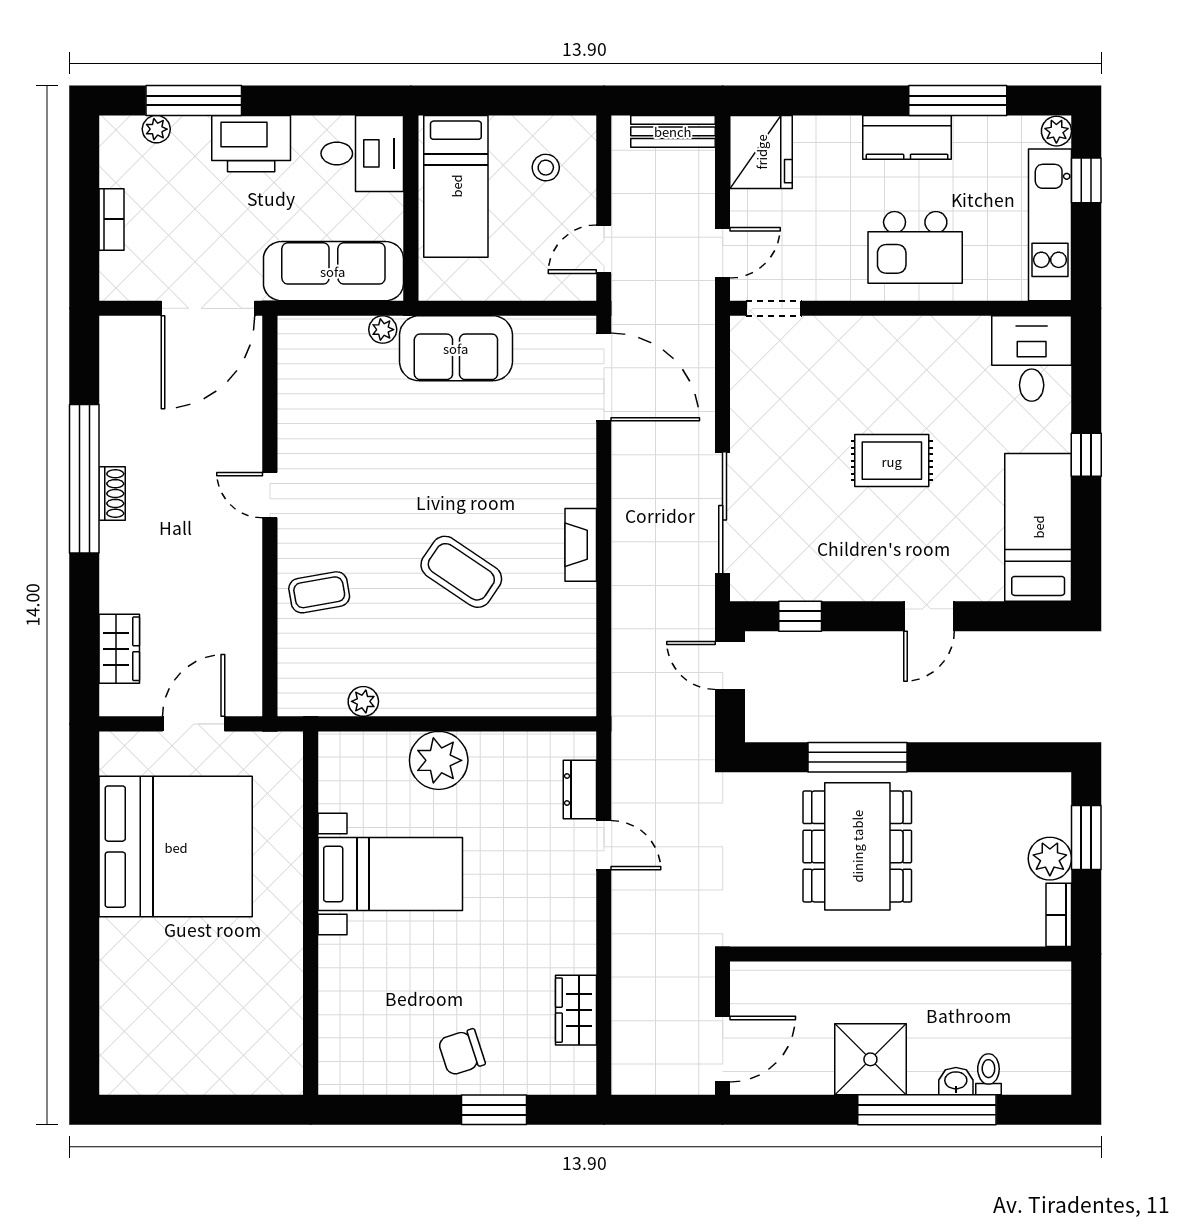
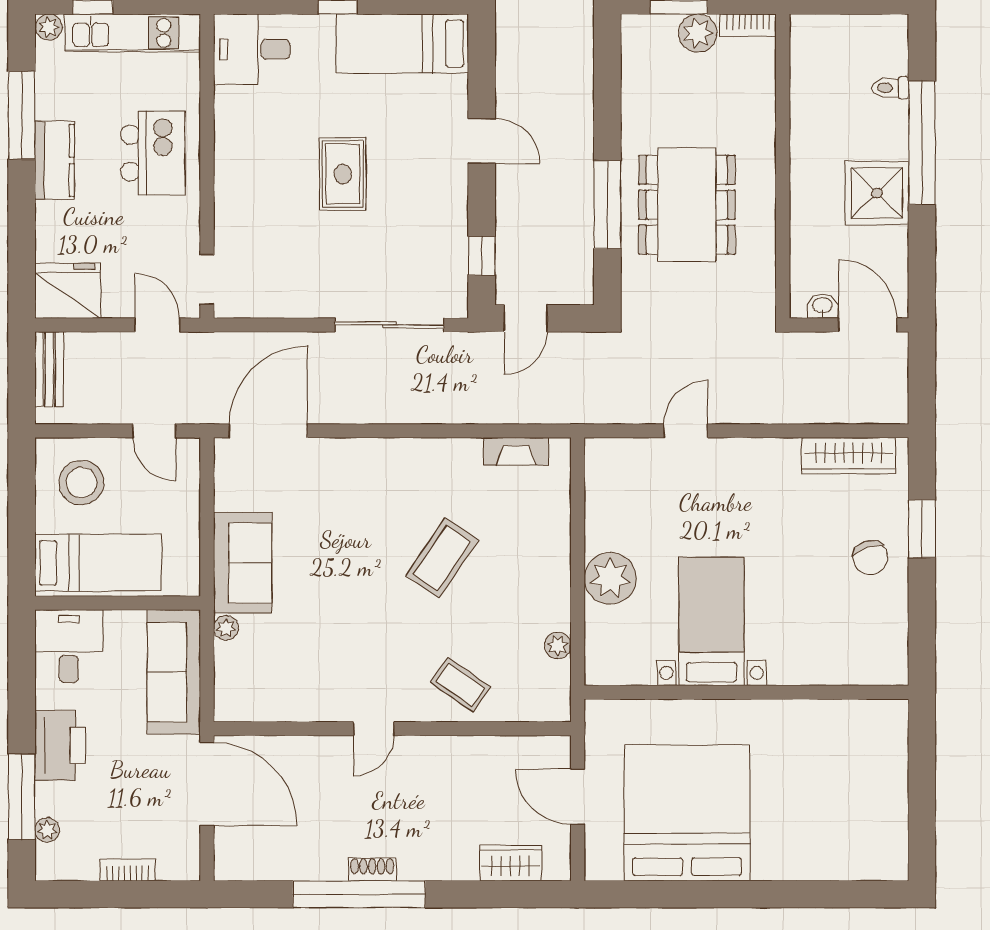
stool: (546, 168) -> (81, 483), width x1.89, depth x1.89
fireplace: (581, 545) -> (516, 451), moved
coffee table: (319, 592) -> (460, 685), turned -45
dresser: (580, 789) -> (636, 452), removed
dining table: (857, 846) -> (687, 205), turned 90
wardrobe: (576, 1010) -> (849, 456), width x1.50
washbasin: (956, 1081) -> (822, 306), moved, turned 90

